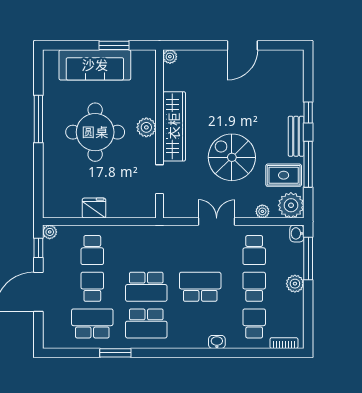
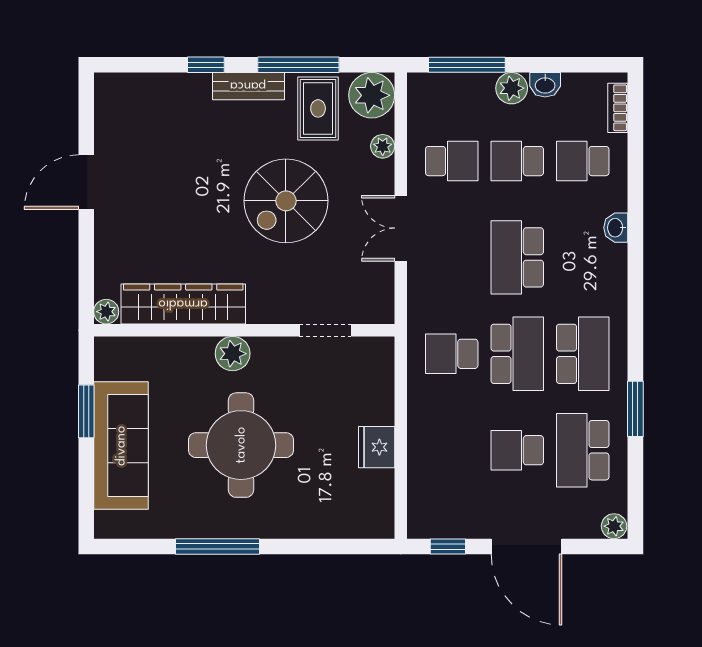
door: (242, 45) -> (86, 182), swing flipped
wardrobe: (174, 126) -> (183, 304), moved
plant: (50, 232) -> (614, 526), moved
washbasin: (297, 233) -> (545, 85), moved
school desk: (92, 250) -> (452, 354), moved, turned 180

